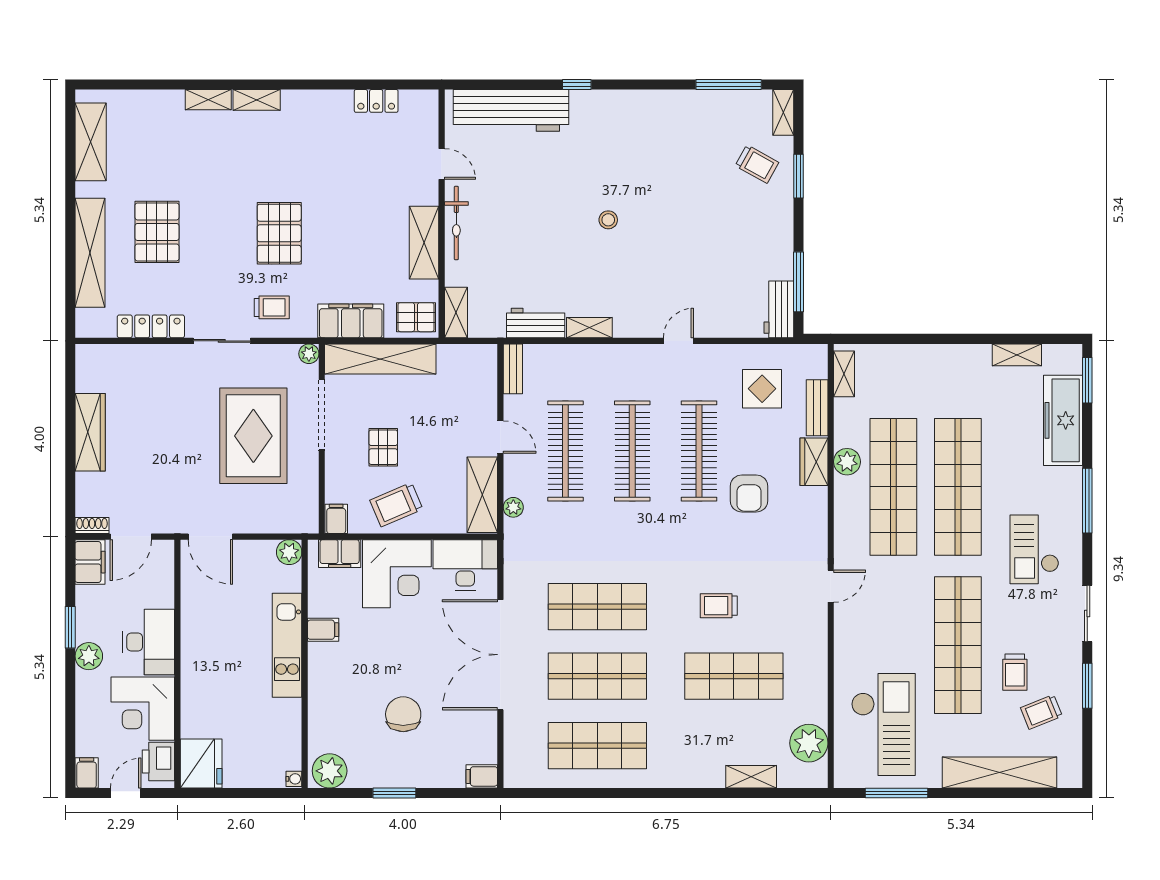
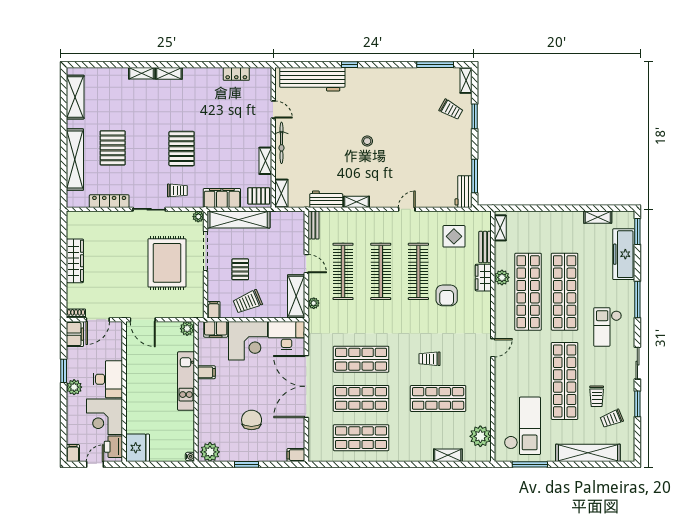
shelving: (424, 243) -> (265, 161), width x0.67, depth x0.75

